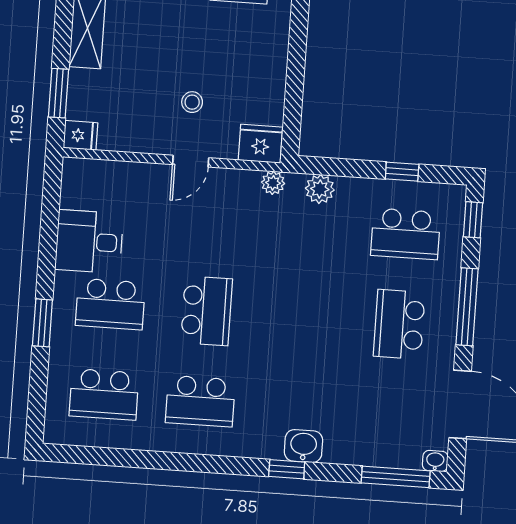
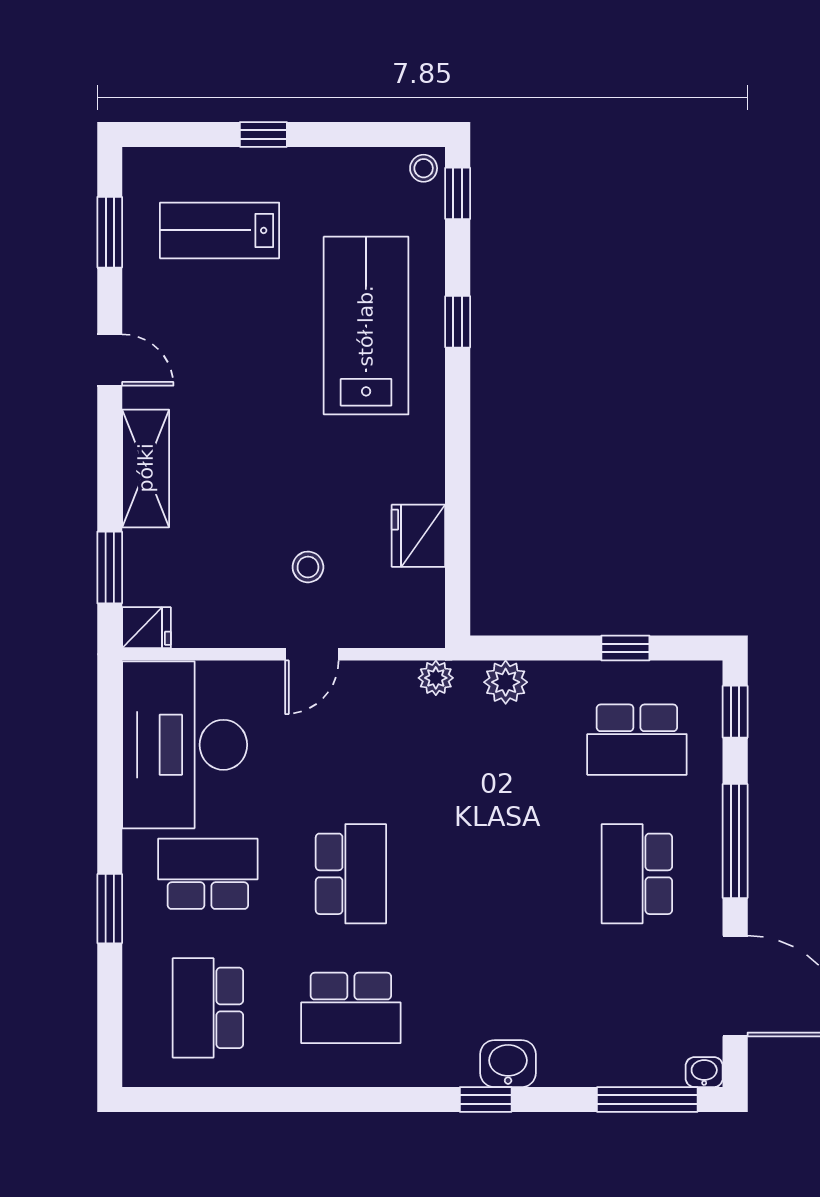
fridge: (260, 144) -> (418, 536), moved, turned -90
desk: (89, 242) -> (185, 745), width x1.87, depth x1.30
school desk: (110, 304) -> (208, 874), turned 180
school desk: (104, 394) -> (208, 1008), turned 90

